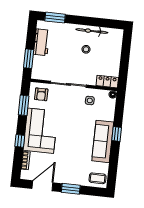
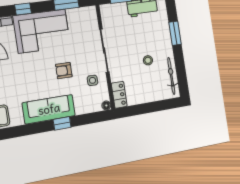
window: (55, 18) -> (175, 33), moved
bicycle: (92, 31) -> (171, 76), moved
armchair: (41, 94) -> (64, 71), moved

